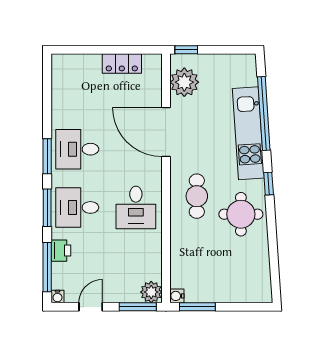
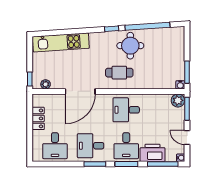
plant: (184, 82) -> (46, 84), width x0.53, depth x0.53
desk: (77, 91) -> (55, 146), added
window: (264, 113) -> (147, 26), moved
kitchen unit: (248, 133) -> (61, 42), moved
desk: (77, 149) -> (91, 146), turned 90
desk: (136, 207) -> (126, 110), turned 180
printer: (61, 251) -> (153, 153), width x1.87, depth x1.48

